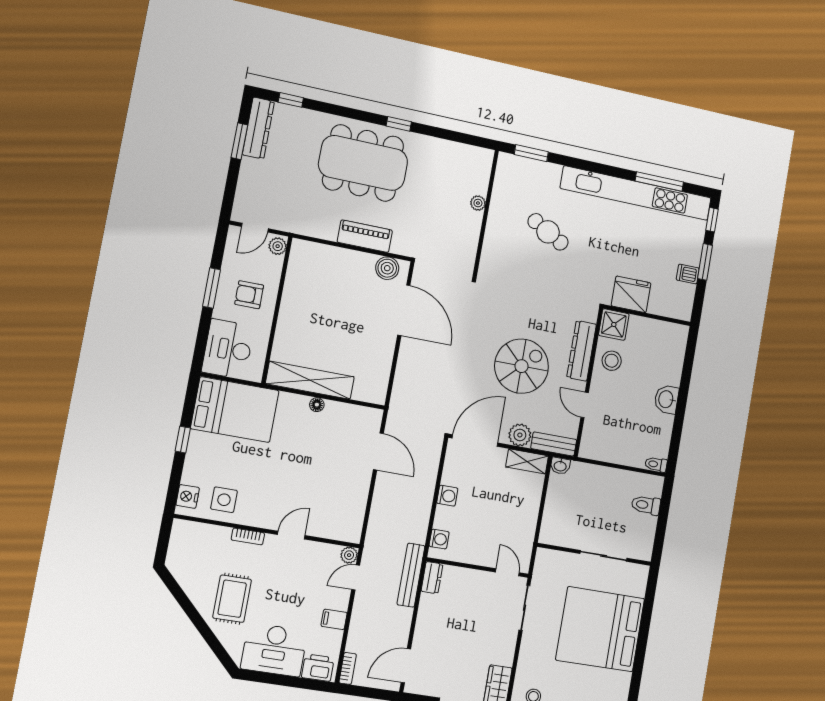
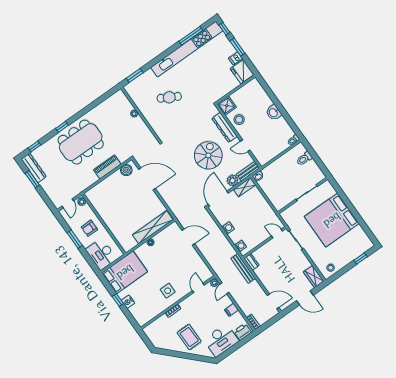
window: (399, 124) -> (62, 127), moved
fridge: (631, 294) -> (242, 72), moved, turned -90
shelving: (310, 380) -> (153, 227), moved
nightstand: (188, 496) -> (128, 302), moved
side table: (224, 500) -> (168, 291), moved
door: (291, 535) -> (198, 288), moved
door: (406, 666) -> (273, 301), swing flipped

